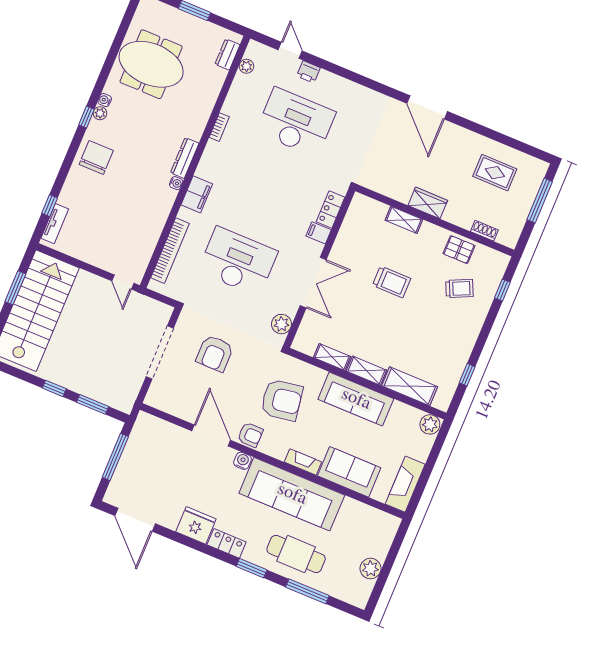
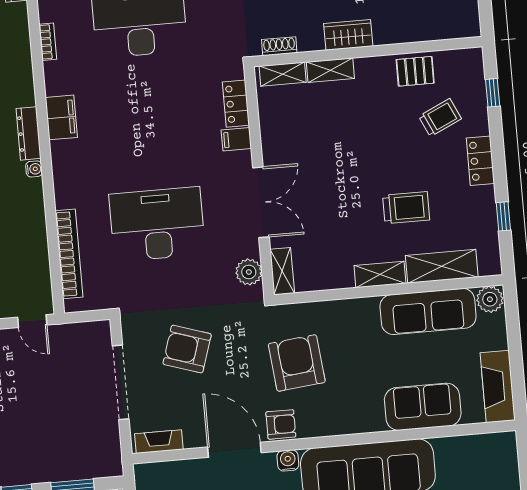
bookcase: (219, 127) -> (48, 42), moved
filing cabinet: (197, 194) -> (61, 117), moved
shelving: (371, 206) -> (283, 74), added
shoe rack: (484, 231) -> (279, 46), moved
trolley: (392, 282) -> (406, 208), moved
locker: (471, 331) -> (480, 161), added
armchair: (215, 353) -> (187, 349), turned 108
shelving: (332, 357) -> (282, 271), moved, turned 90
sofa: (356, 399) -> (428, 311), moved
armchair: (282, 400) -> (297, 363), turned -87
fireplace: (303, 462) -> (159, 442), moved

